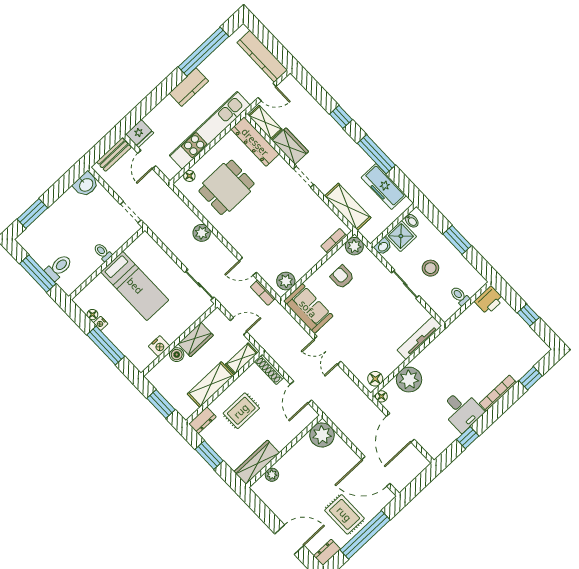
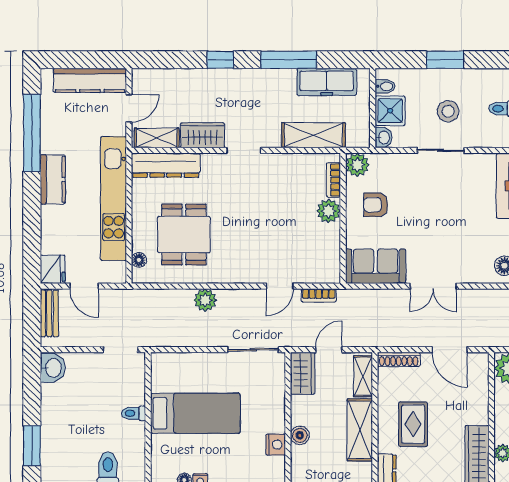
plant: (286, 281) -> (329, 211), moved
wardrobe: (196, 340) -> (303, 373), moved

